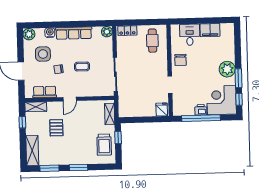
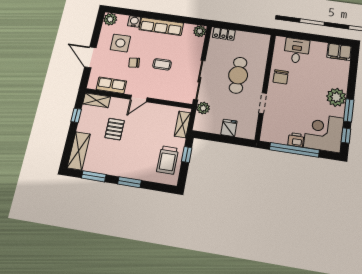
filing cabinet: (210, 30) -> (339, 52), moved
cafe table: (152, 41) -> (238, 75), moved, width x1.37, depth x1.35
plant: (123, 98) -> (203, 108), added
fridge: (162, 110) -> (229, 128), moved

